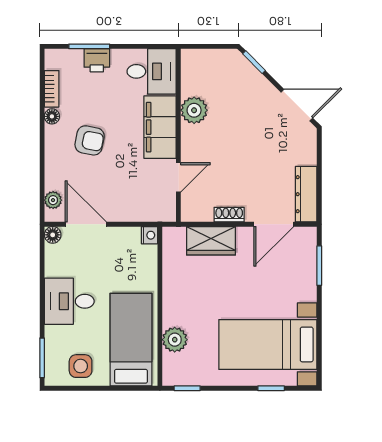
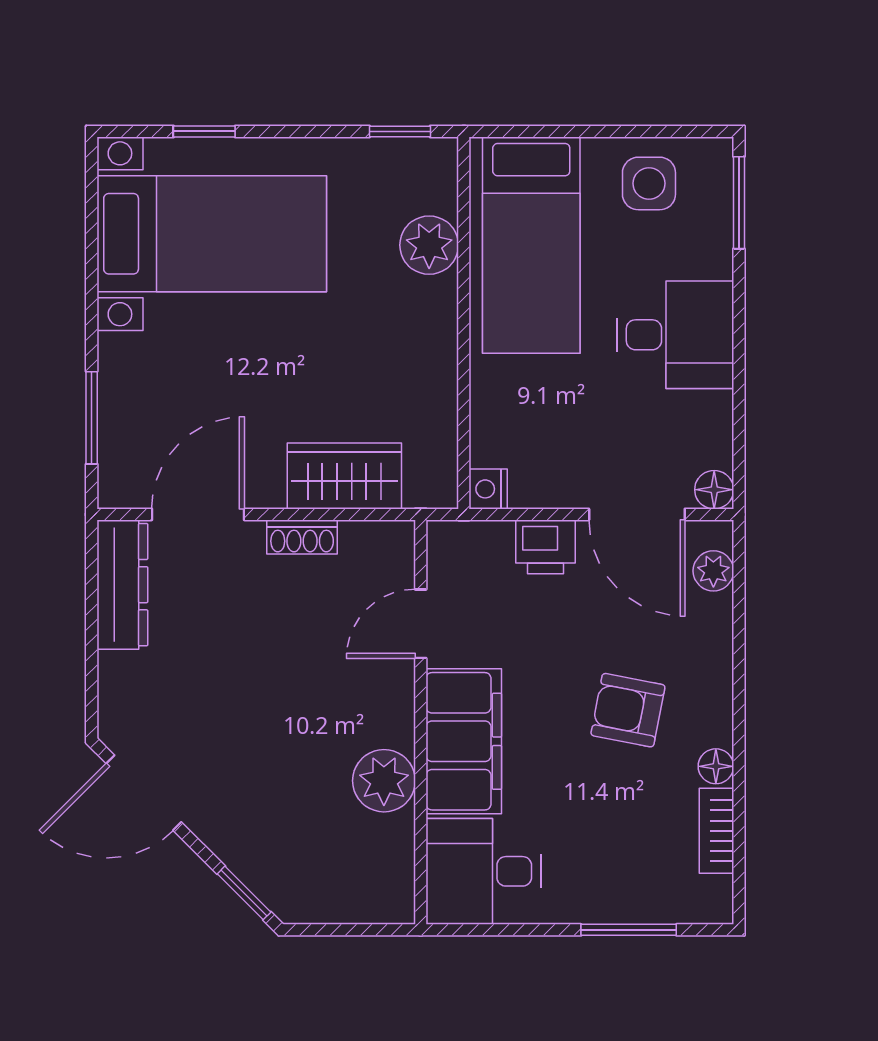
printer: (97, 60) -> (545, 547), moved, turned 180

